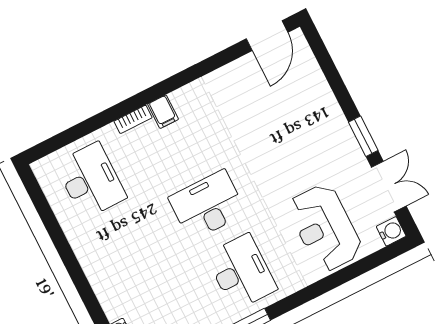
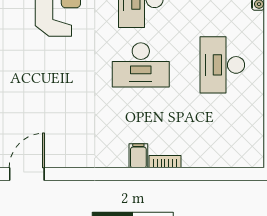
desk: (91, 181) -> (222, 65), moved

